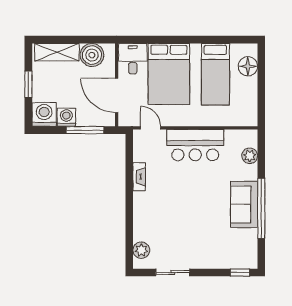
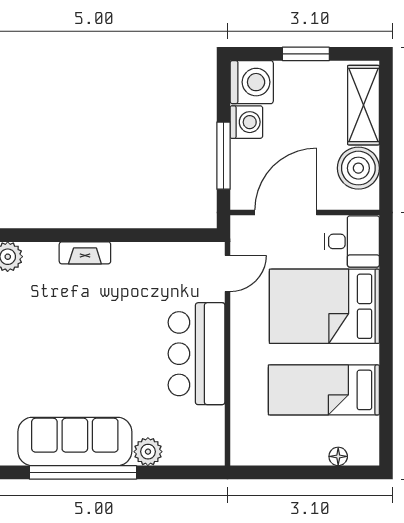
floor lamp: (248, 66) -> (338, 456), width x0.53, depth x0.53
plant: (250, 156) -> (148, 452), moved
fireplace: (139, 177) -> (85, 253), moved
sofa: (244, 204) -> (75, 441), width x1.36

